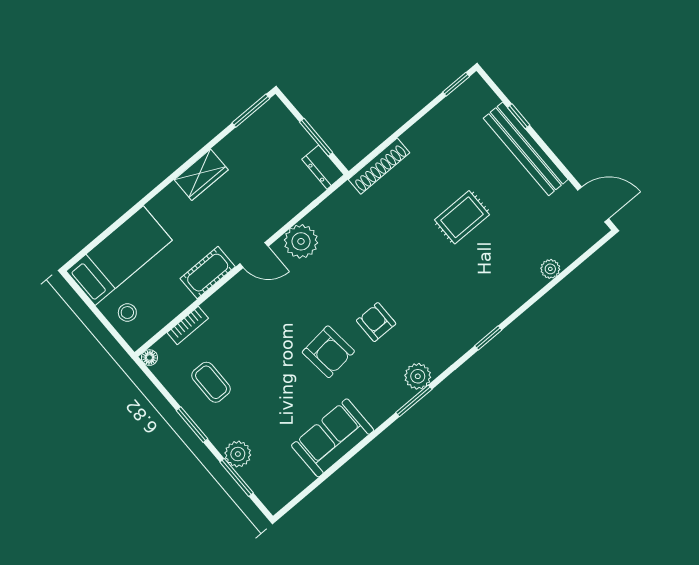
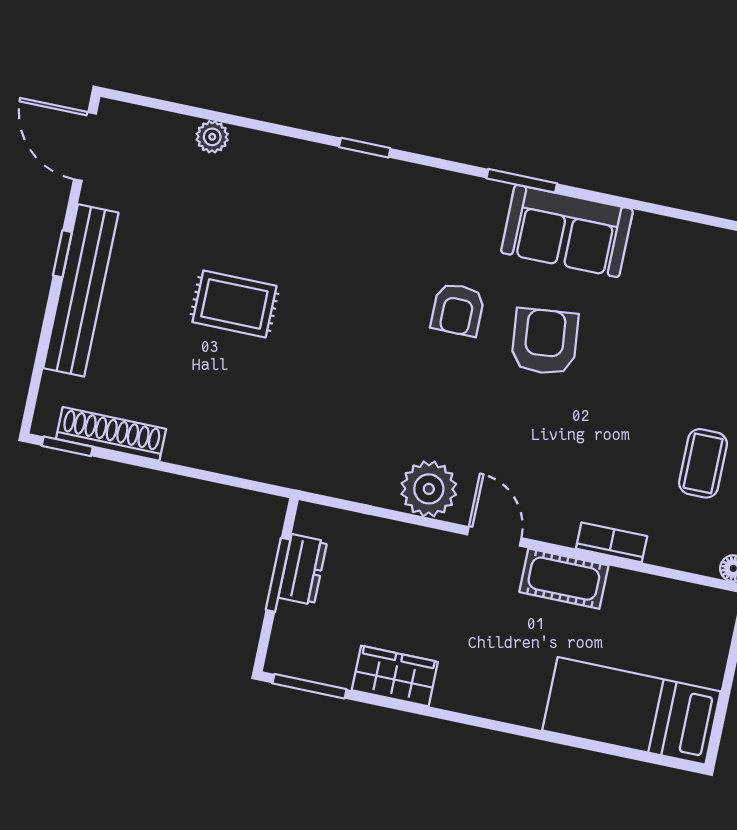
window: (519, 116) -> (62, 254), moved
shoe rack: (379, 166) -> (111, 434), moved
dresser: (323, 167) -> (303, 570), moved
wardrobe: (201, 175) -> (395, 676), moved
stool: (127, 313) -> (697, 643), removed
bookcase: (188, 325) -> (612, 542), moved
plant: (418, 376) -> (486, 200), removed
sofa: (333, 438) -> (567, 231), moved

